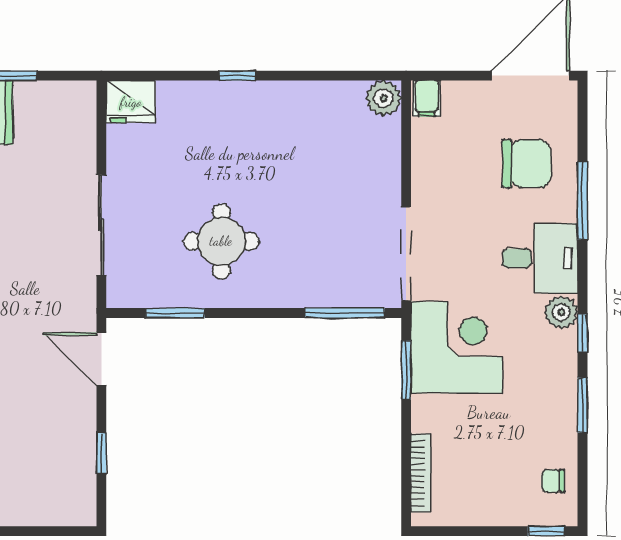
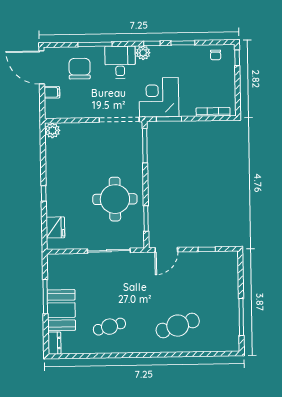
filing cabinet: (427, 98) -> (52, 92), moved
fridge: (131, 102) -> (55, 227), moved
round table: (221, 241) -> (115, 199), width x1.36, depth x1.36

